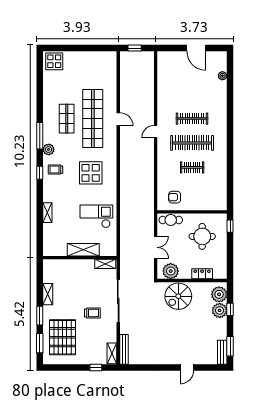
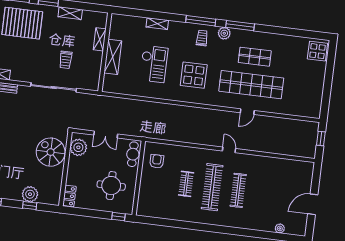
window: (40, 173) -> (201, 21), width x2.17
checkout: (96, 216) -> (154, 64), moved
shelving: (105, 264) -> (100, 39), moved
locker: (202, 274) -> (69, 196), moved
plant: (219, 294) -> (47, 196), removed
trolley: (92, 313) -> (66, 60), moved

